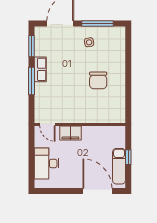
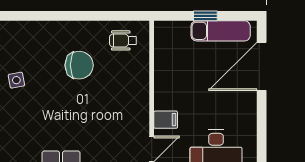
wheelchair: (113, 107) -> (123, 40), added
filing cabinet: (70, 133) -> (166, 120), width x0.50

